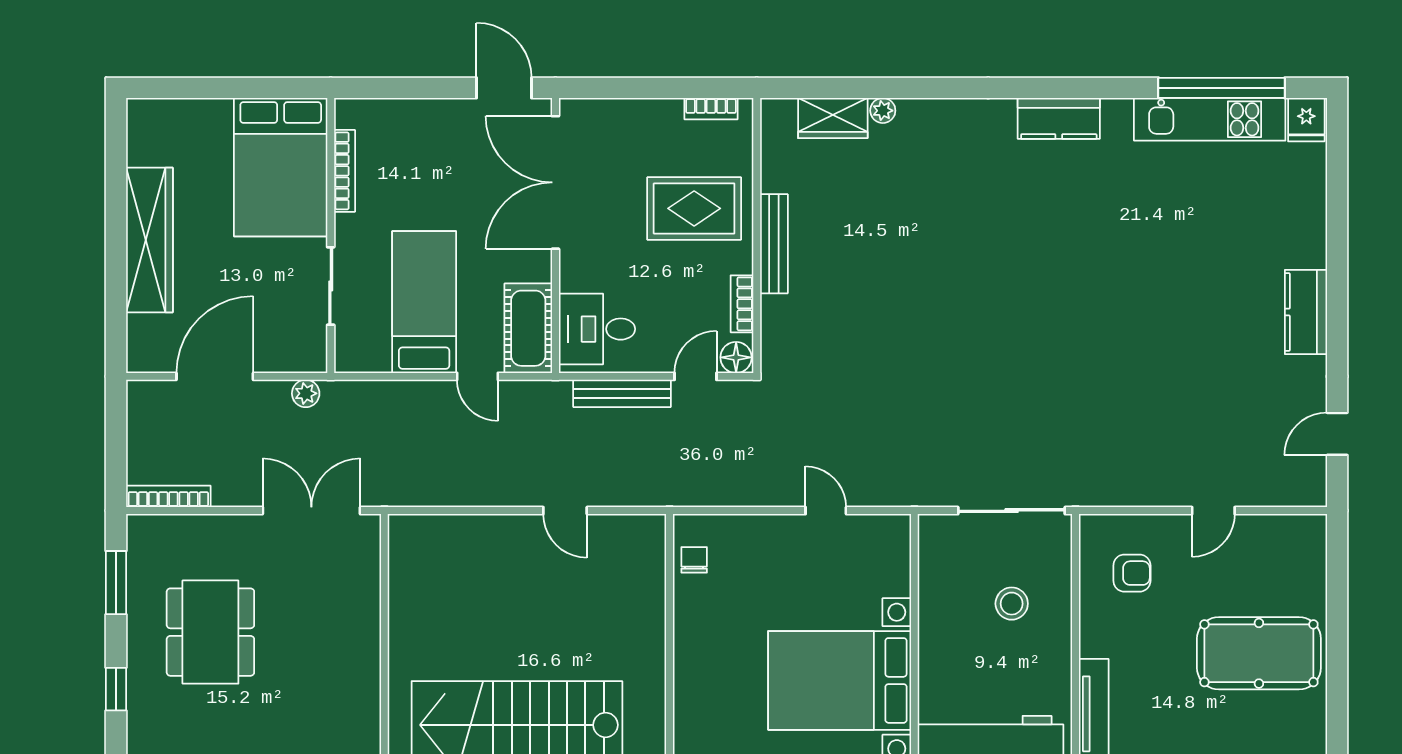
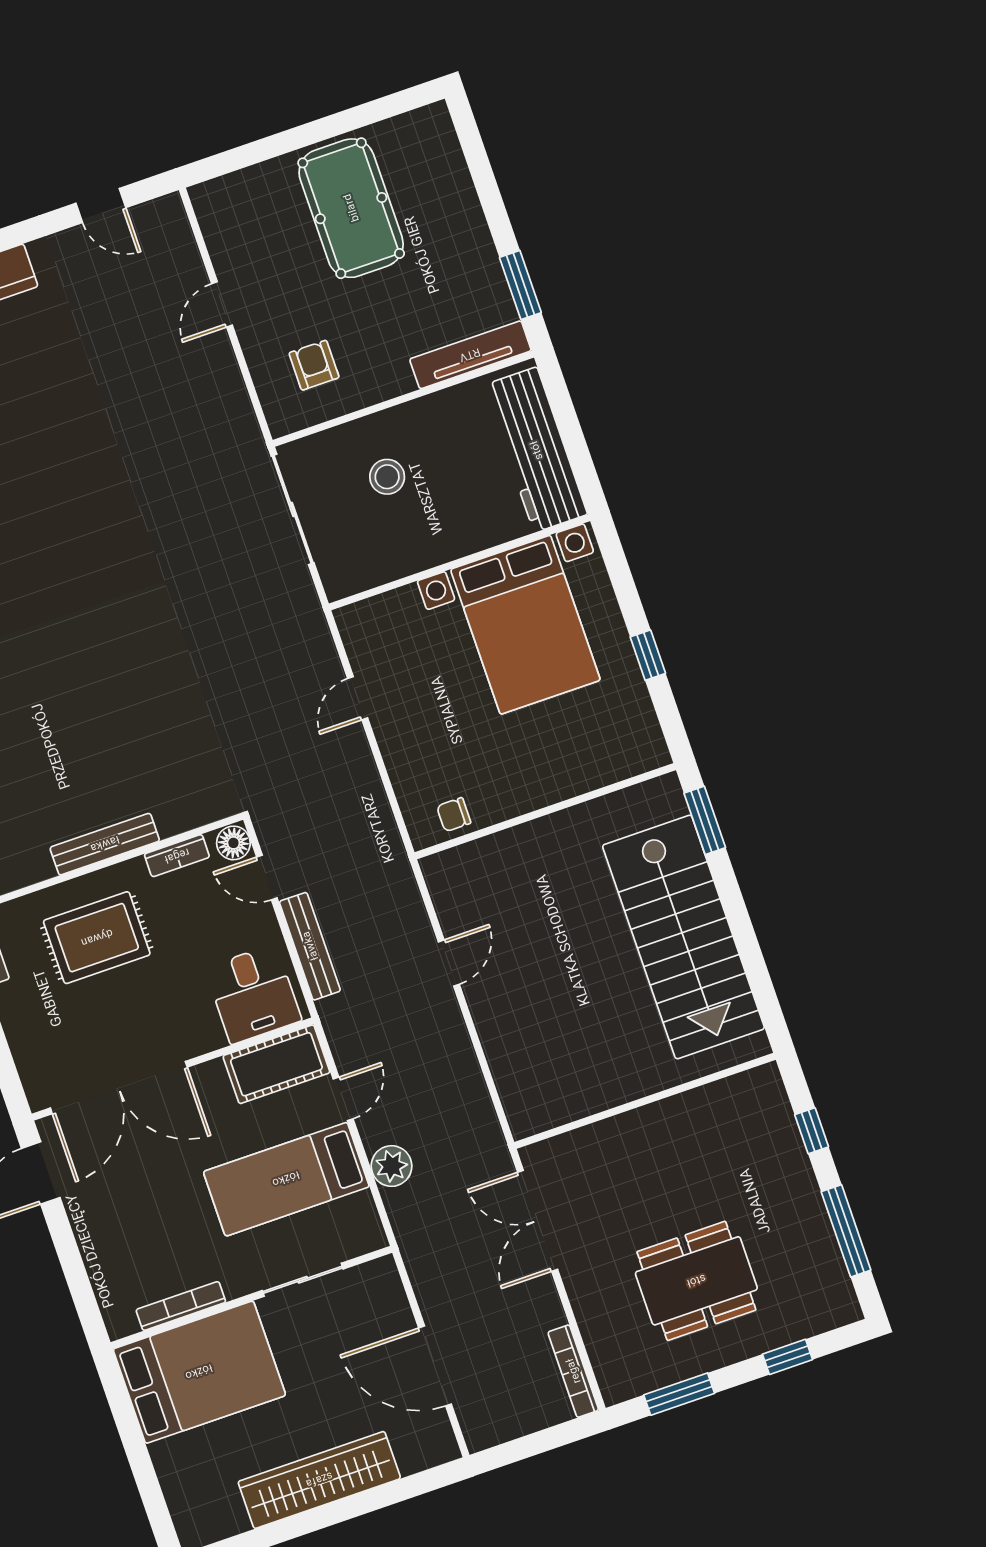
rug: (694, 208) -> (97, 938), turned 90
plant: (306, 393) -> (392, 1166), moved, width x1.38, depth x1.38
door: (1213, 511) -> (222, 304), swing flipped

